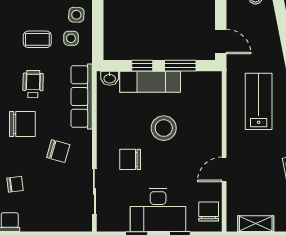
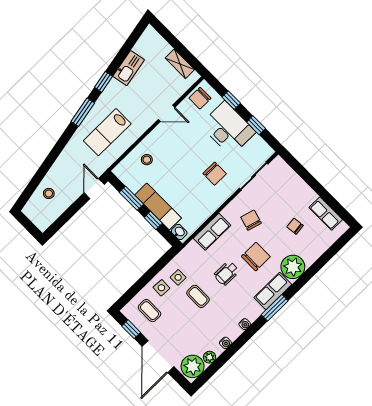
row of seats: (82, 96) -> (212, 232), width x0.68
chair: (22, 124) -> (256, 257), turned 90
stool: (164, 128) -> (147, 160), moved, width x0.53, depth x0.53

